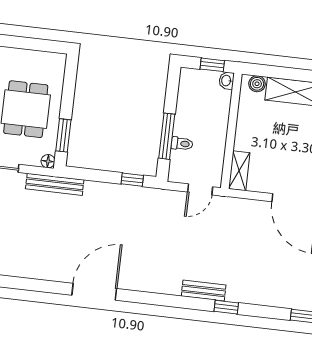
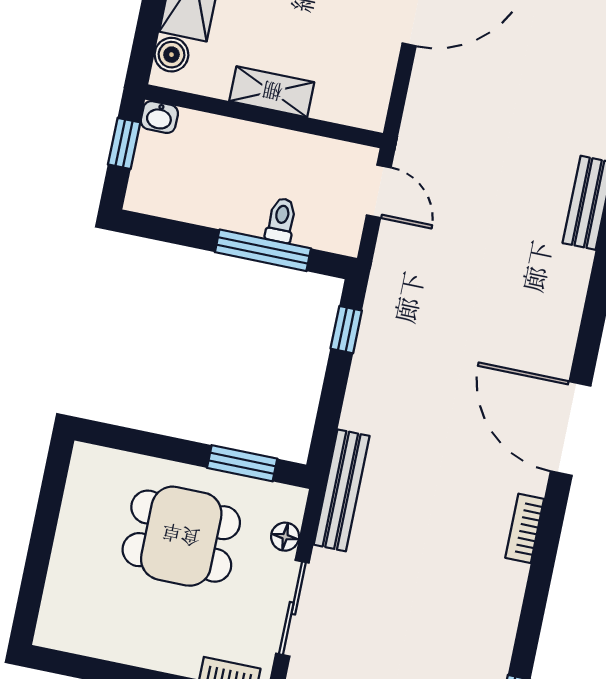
floor lamp: (48, 161) -> (285, 537), moved
shelving: (239, 171) -> (272, 92), moved
bookcase: (44, 274) -> (525, 528), added

